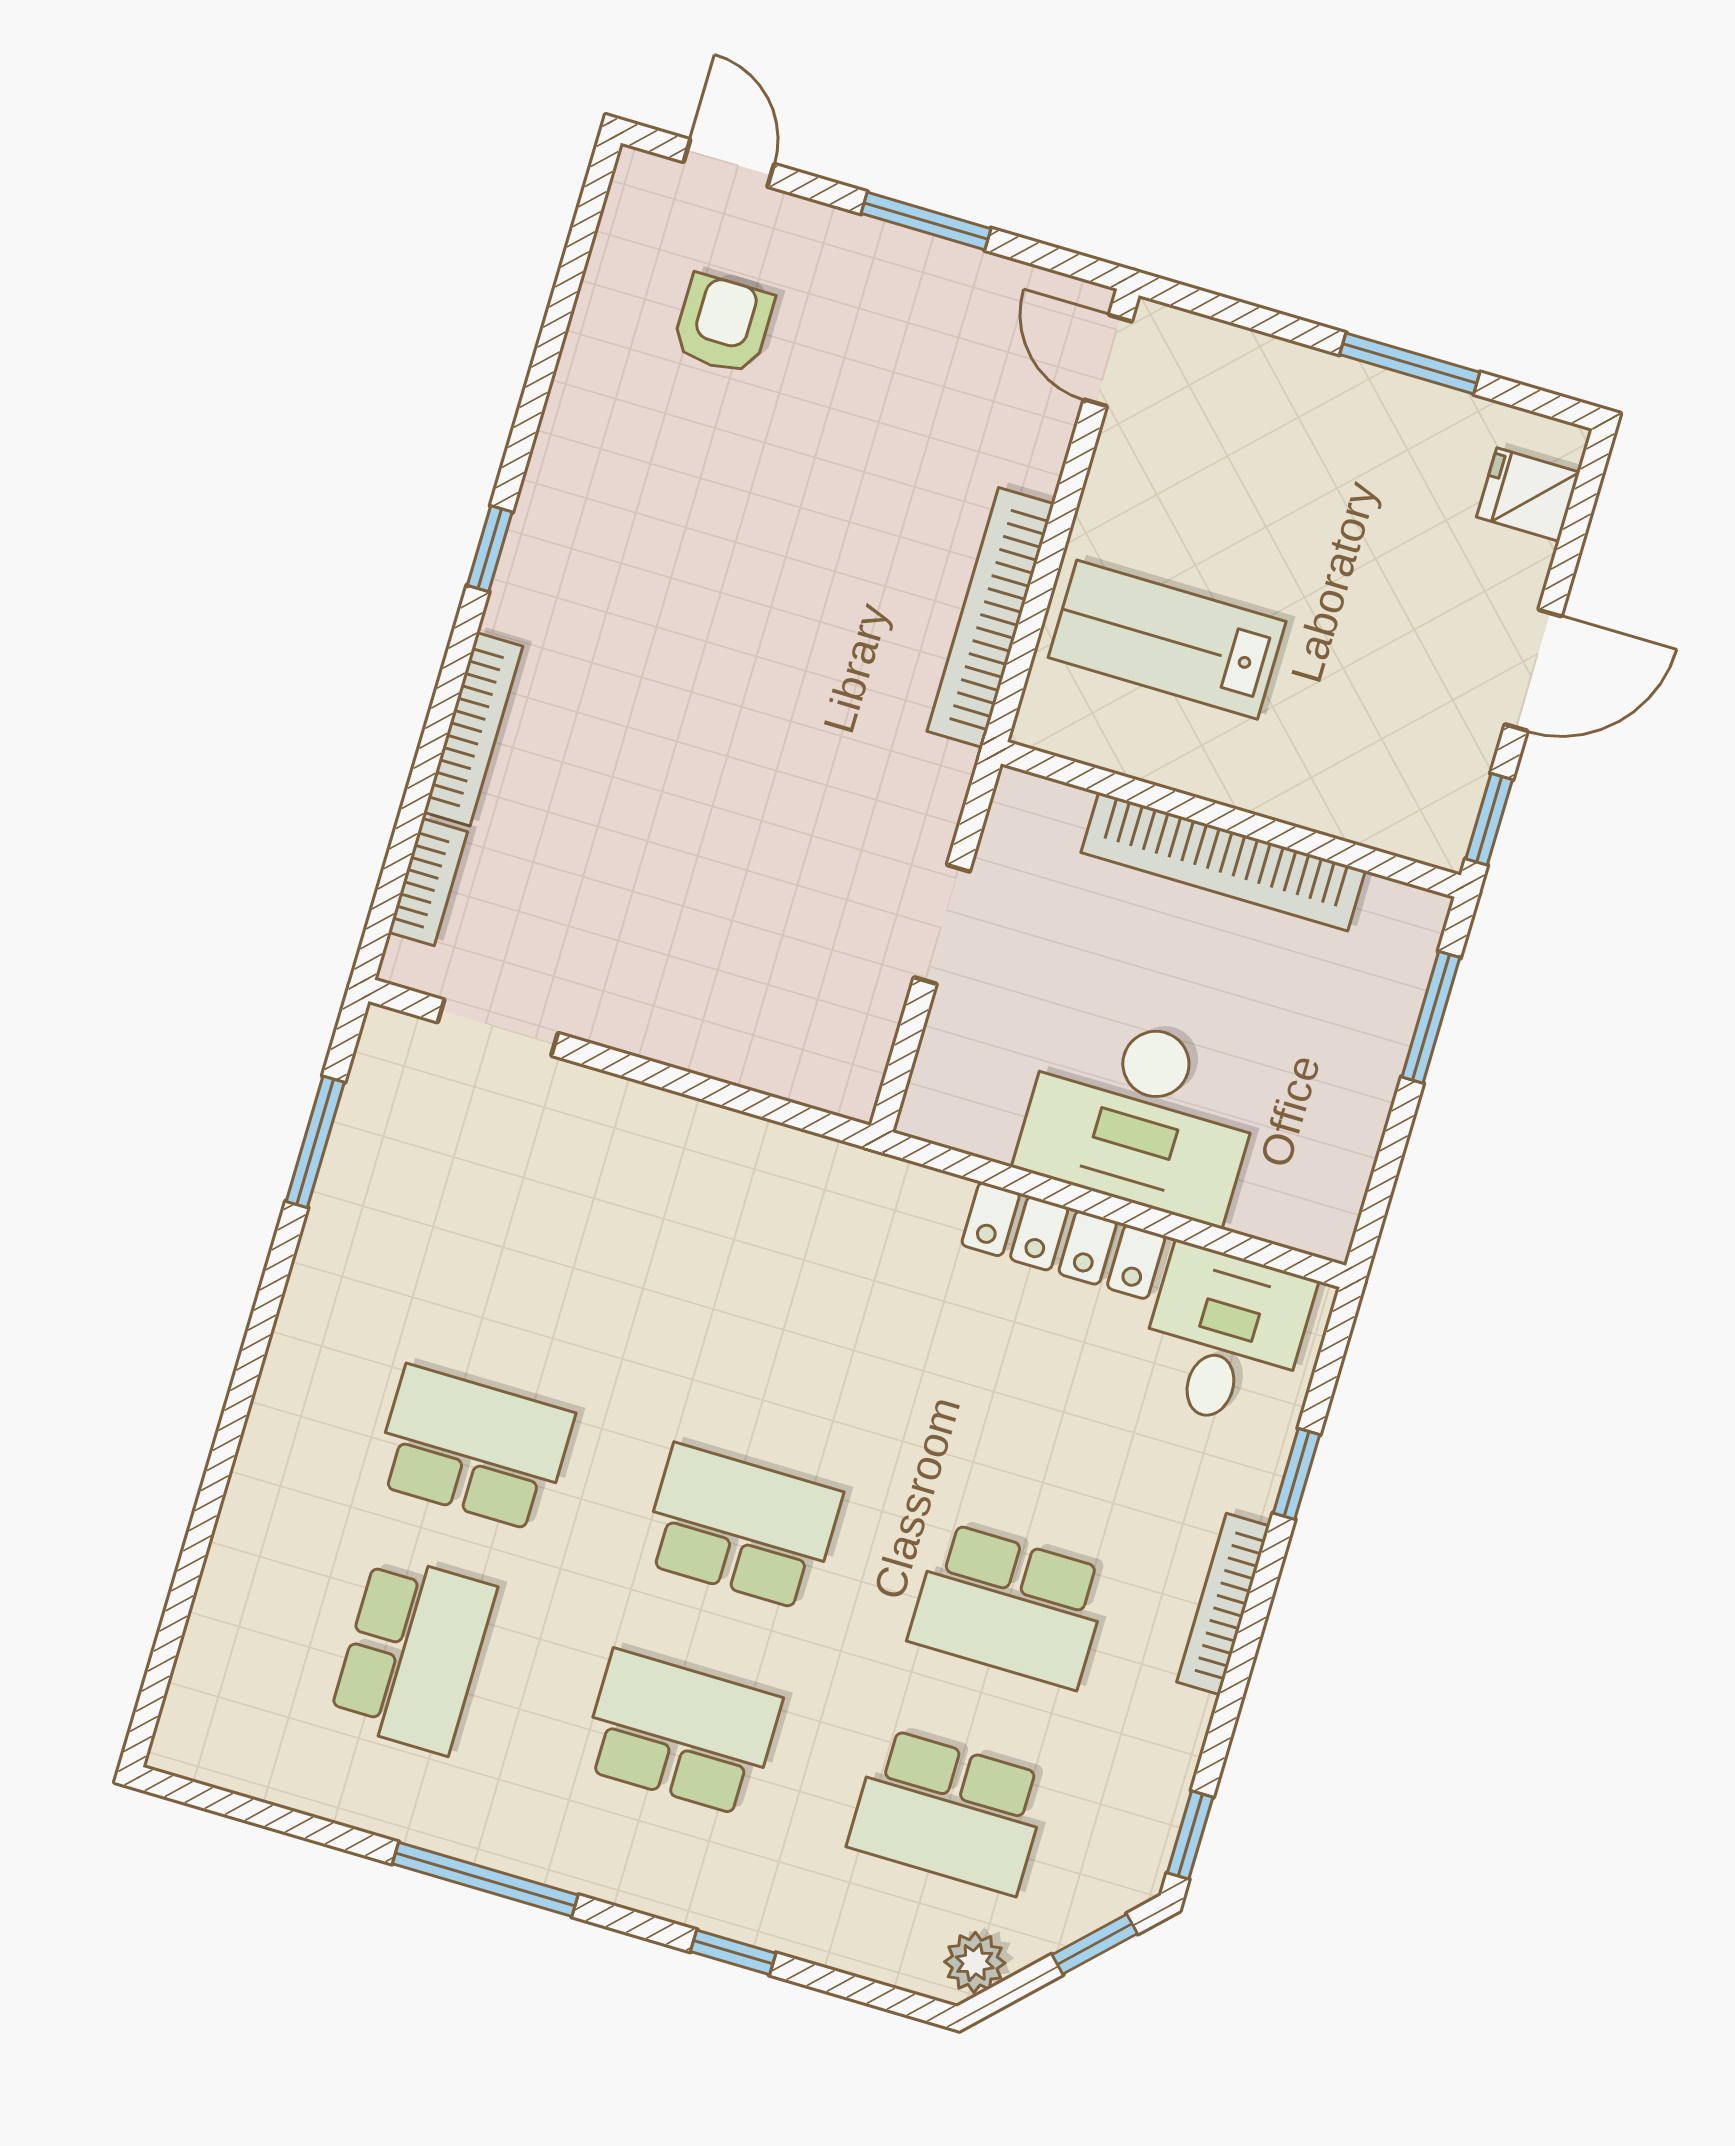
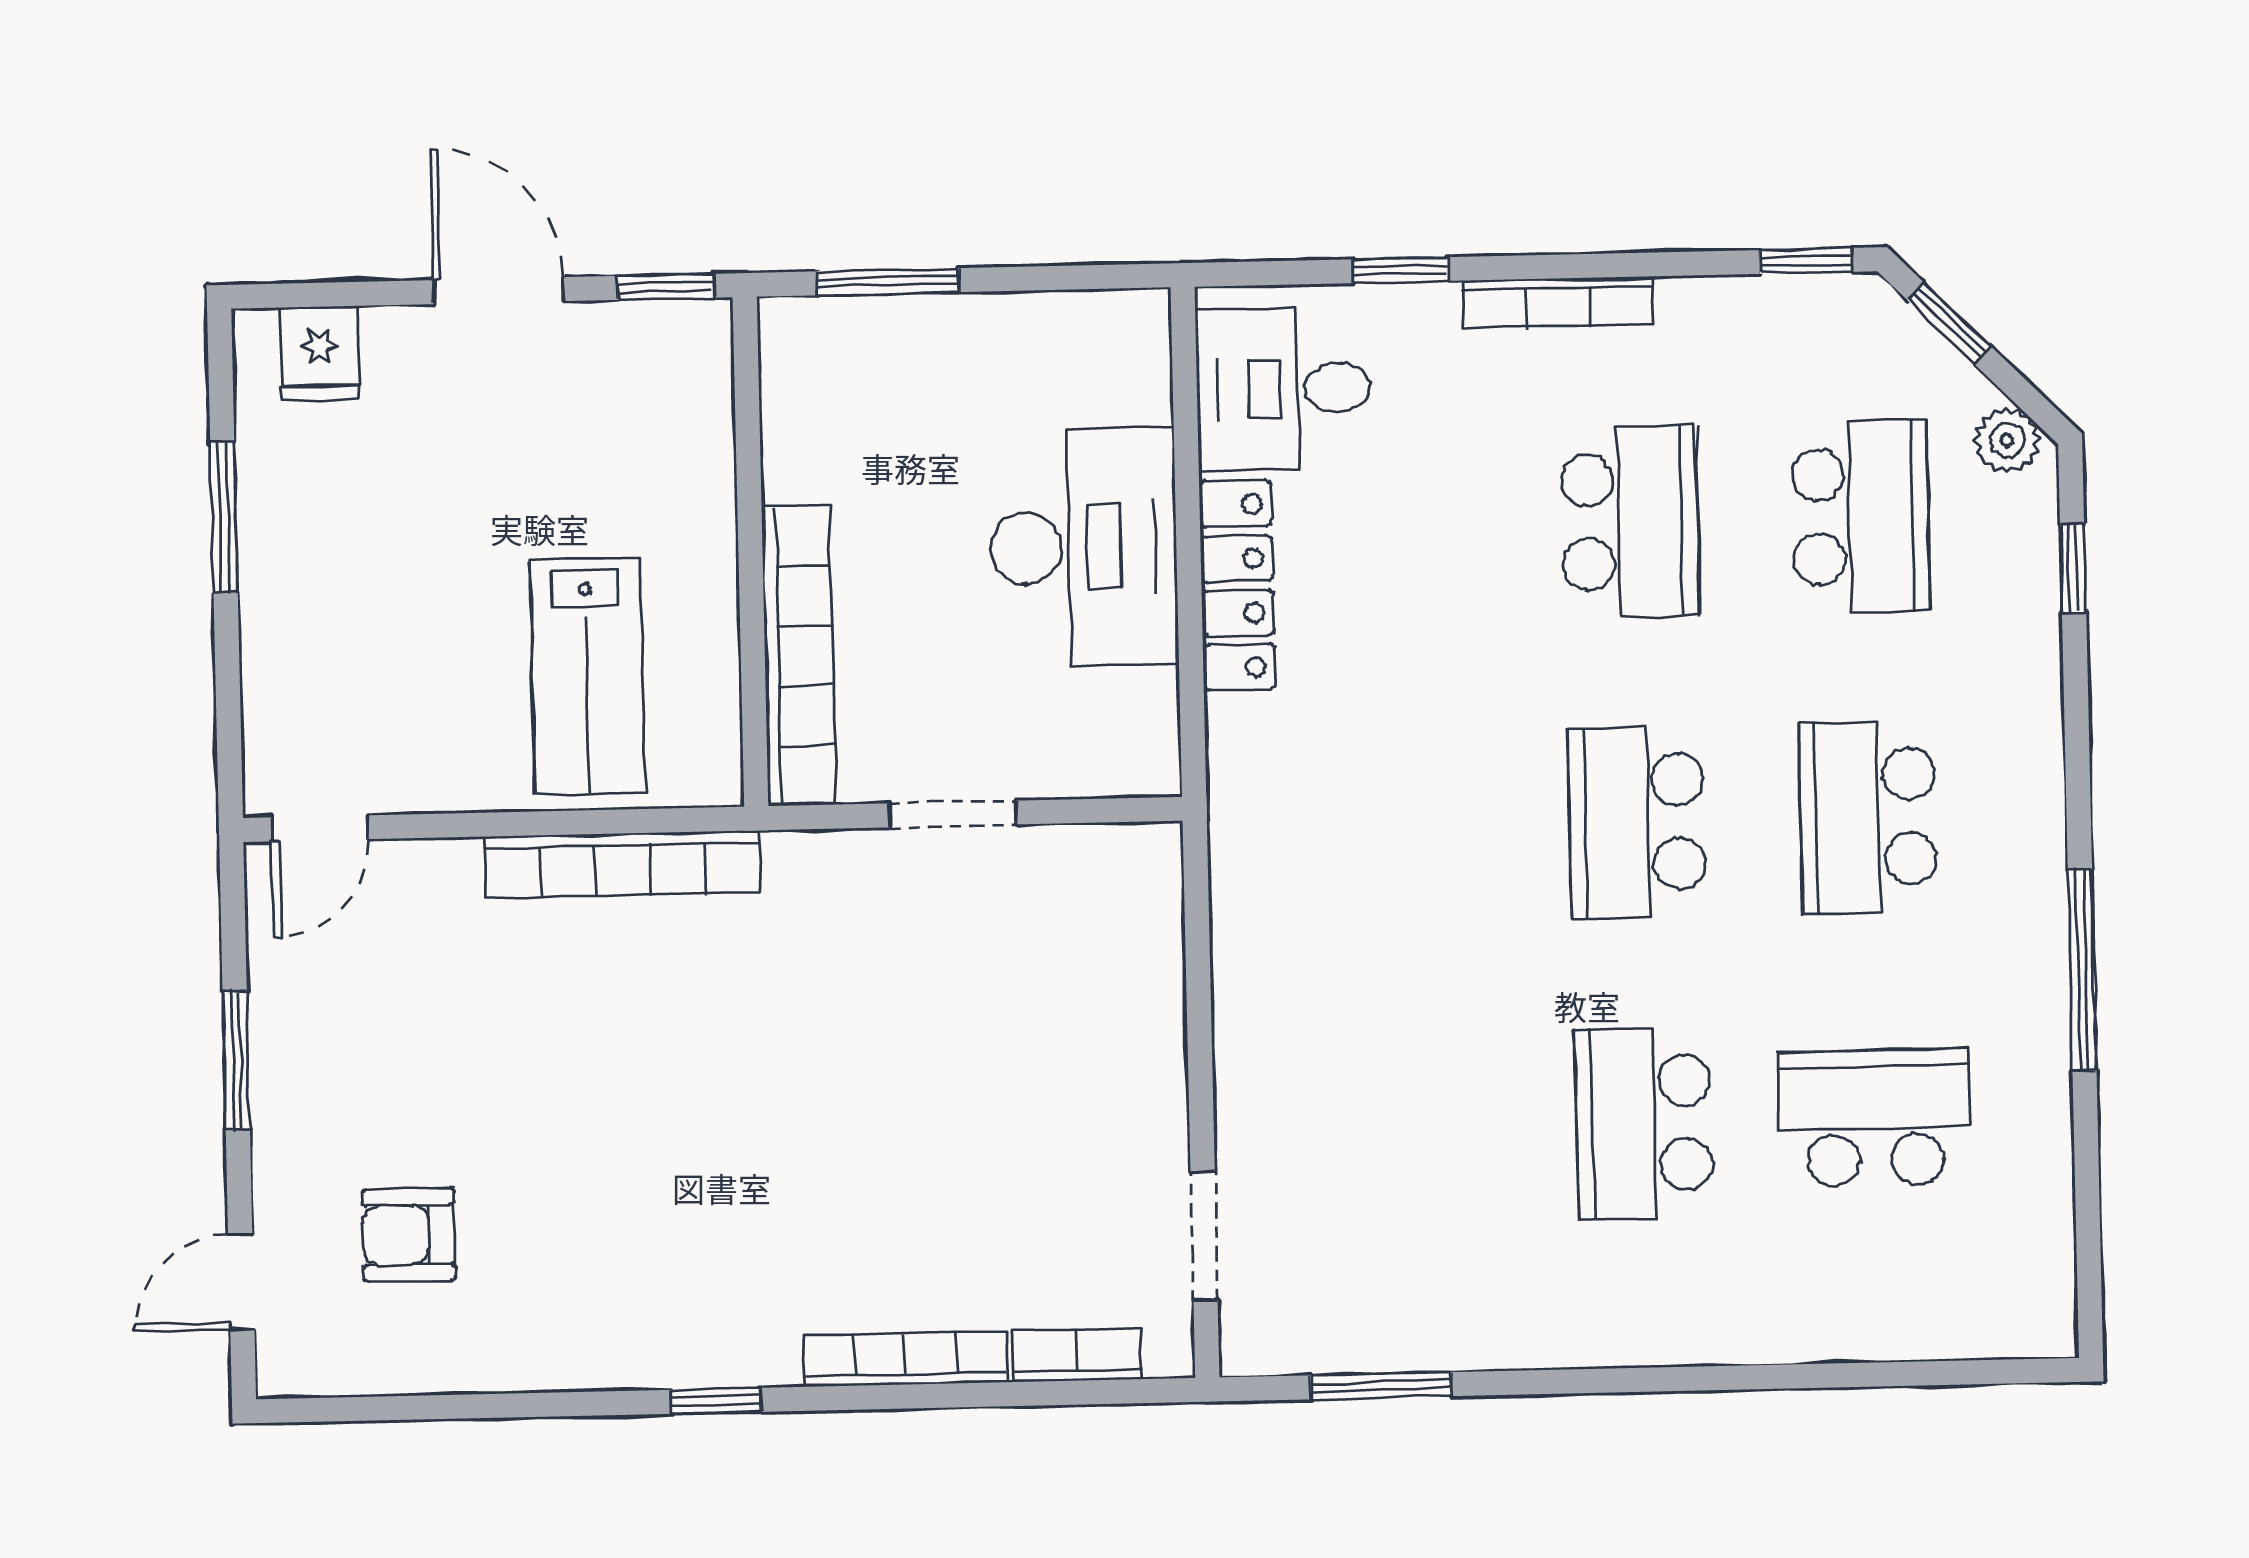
bookcase: (1223, 862) -> (799, 656), moved
window: (733, 1952) -> (2073, 568), moved

